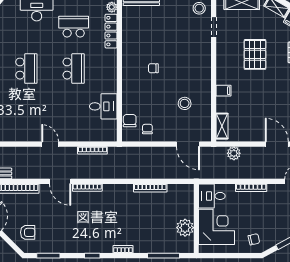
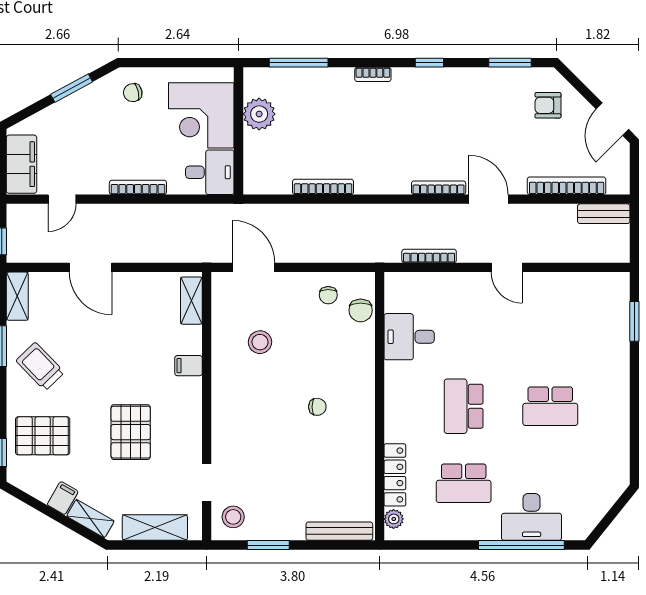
school desk: (26, 69) -> (550, 406), turned -90
plant: (234, 153) -> (170, 251), removed

